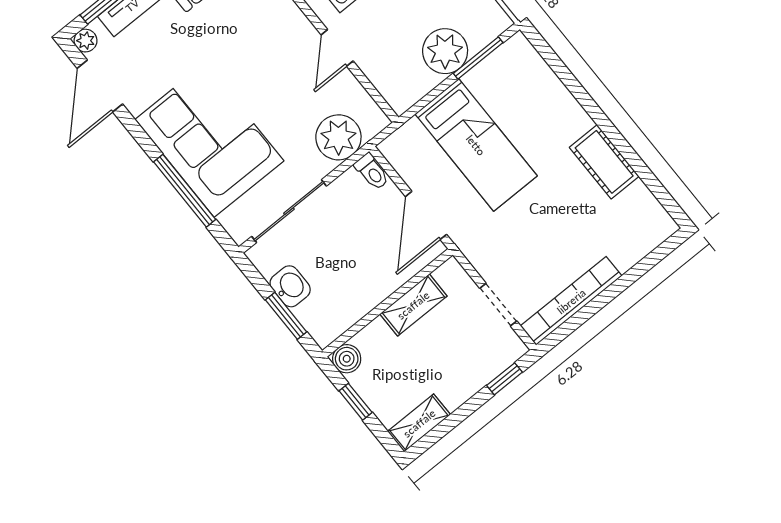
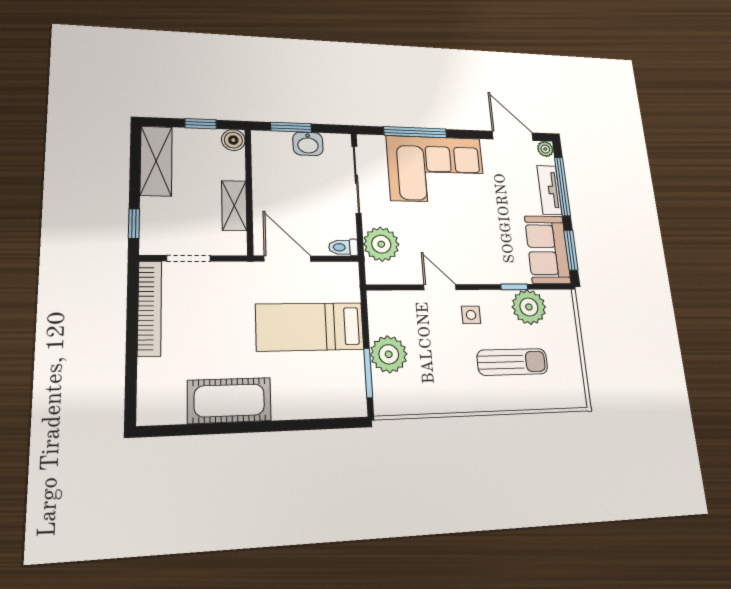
cot: (604, 162) -> (229, 400), width x1.37, depth x1.34
shelving: (419, 423) -> (156, 161), width x1.50, depth x1.33

